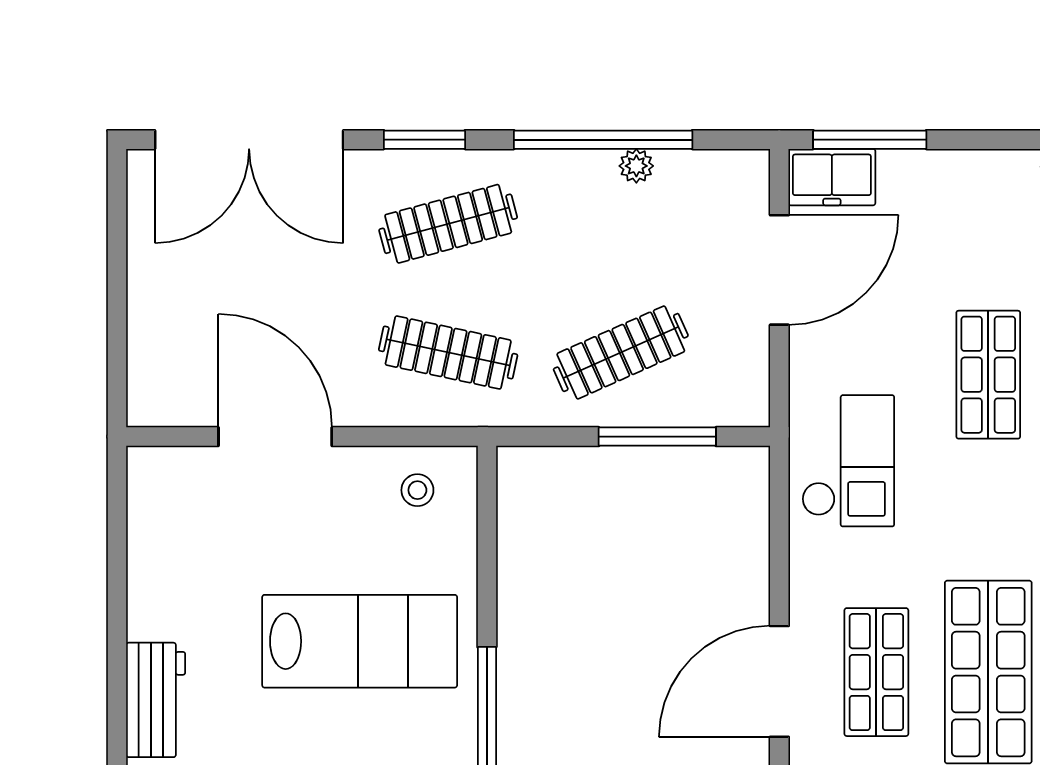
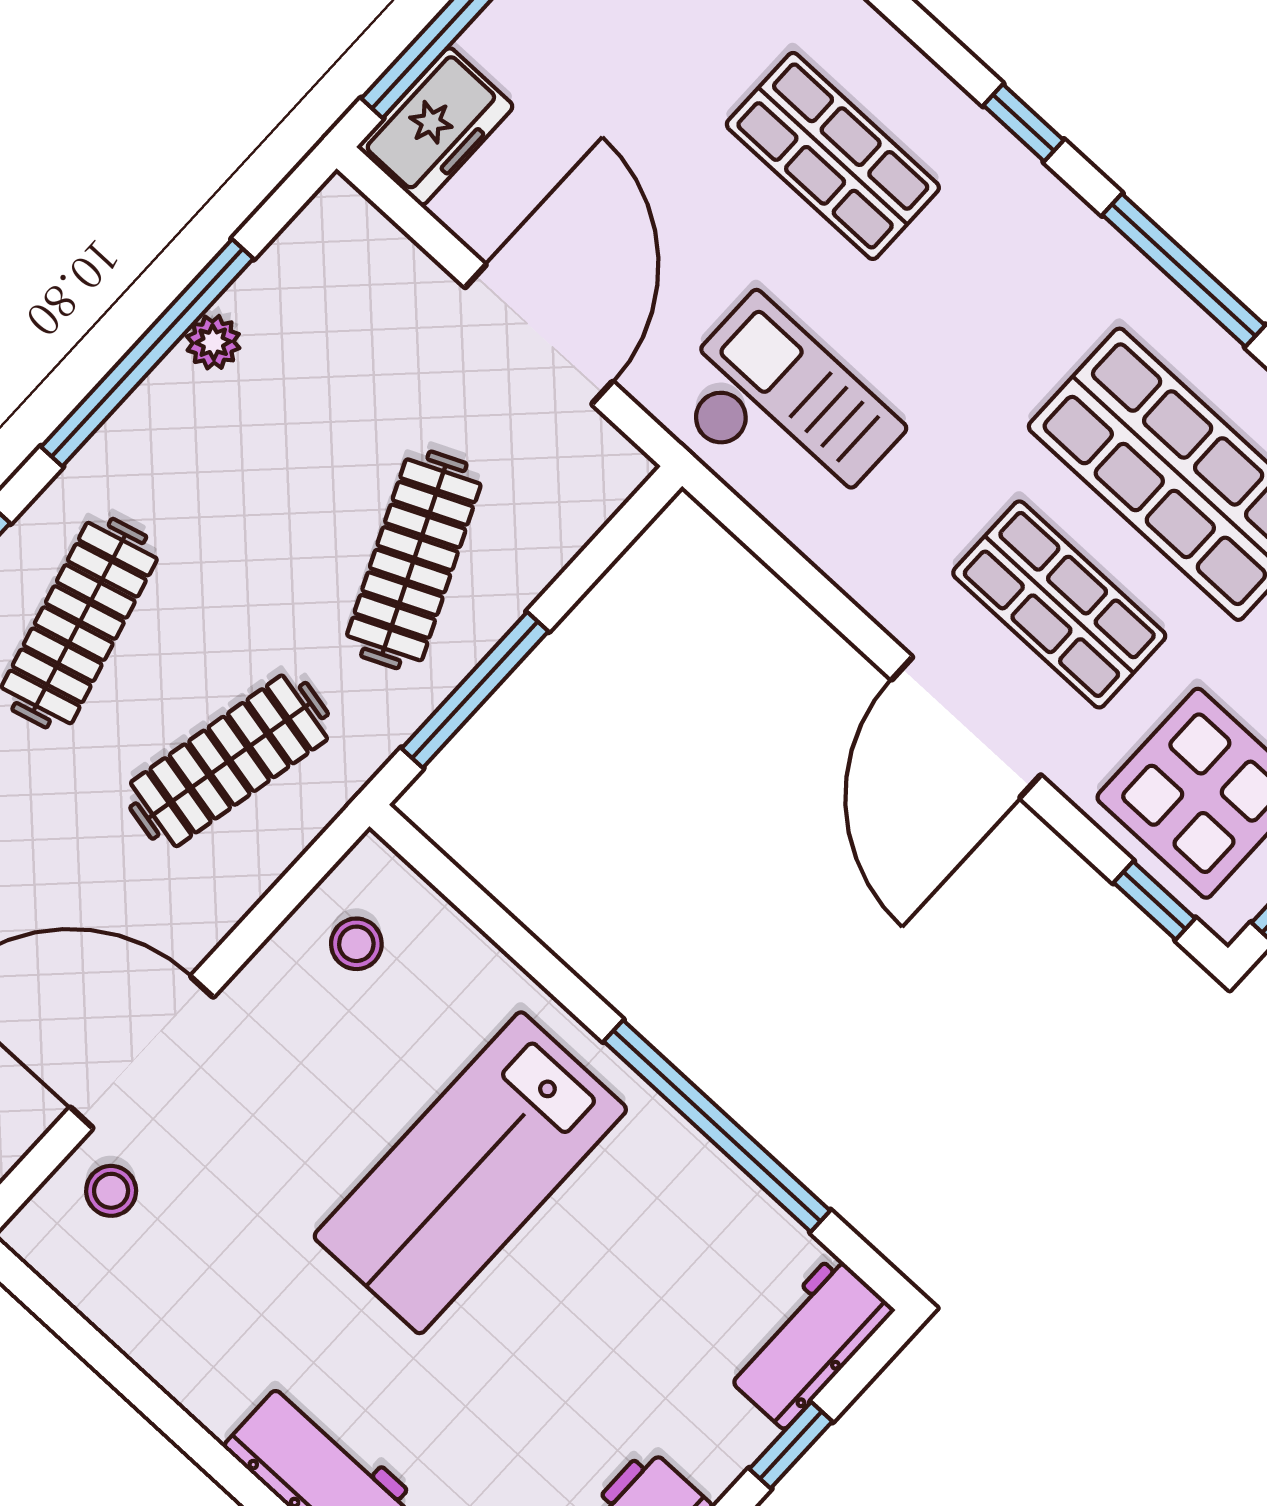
door: (779, 270) -> (539, 334), moved
window: (657, 437) -> (475, 690), moved
stool: (197, 482) -> (111, 1191), added
lab bench: (360, 641) -> (470, 1173), turned 180

